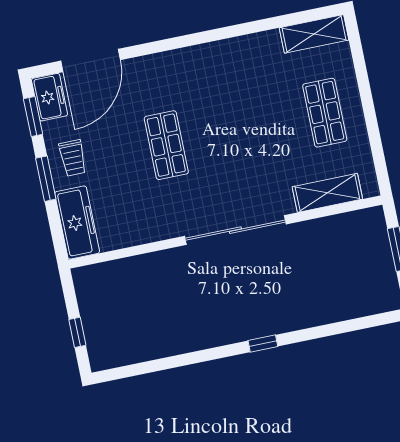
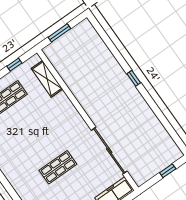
window: (377, 147) -> (14, 65), added
sliding door: (235, 230) -> (109, 151), moved

